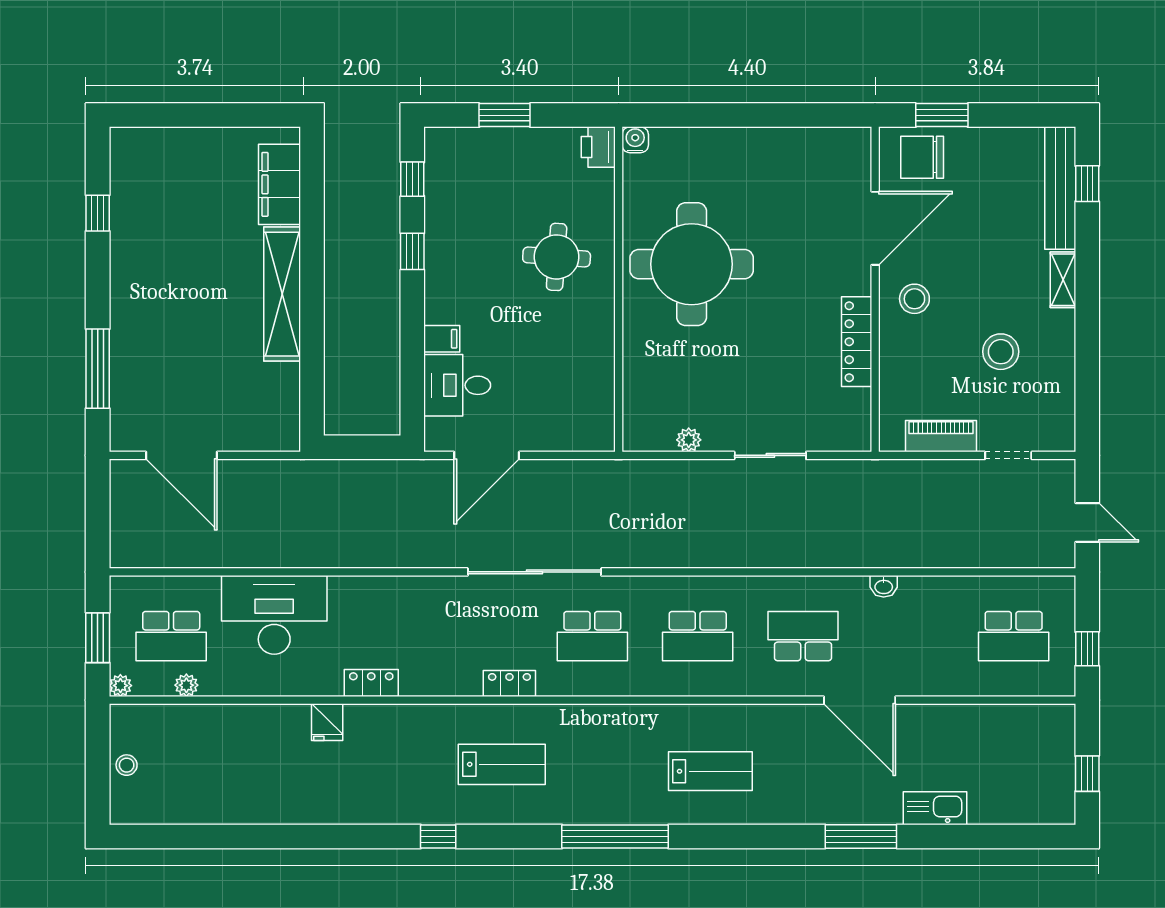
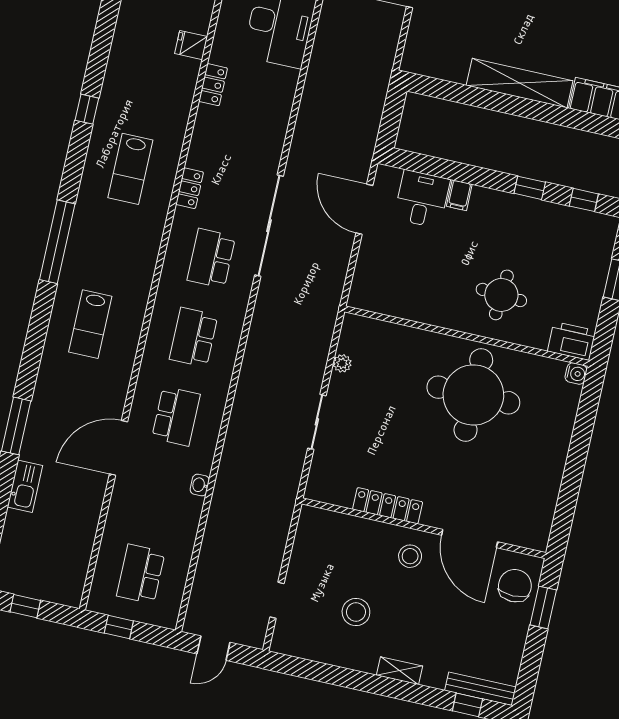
printer: (598, 147) -> (572, 341), width x1.37, depth x1.19
bench: (1060, 188) -> (481, 689), width x0.73, depth x0.82
piano: (941, 436) -> (303, 553), removed

